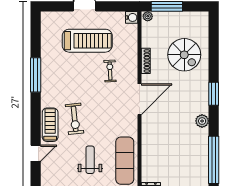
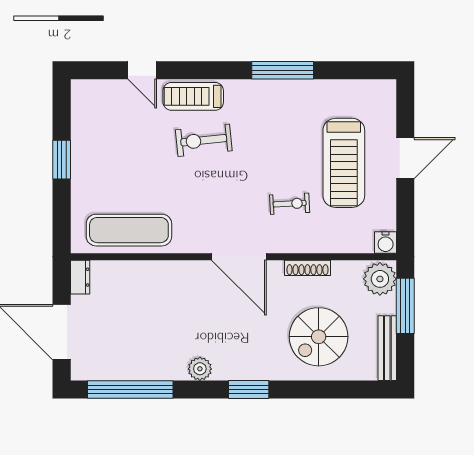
plant: (148, 16) -> (380, 279), width x1.88, depth x1.88
bench: (191, 16) -> (387, 348), added
treadmill: (50, 125) -> (193, 96), turned 180
weight bench: (90, 160) -> (130, 168), removed

